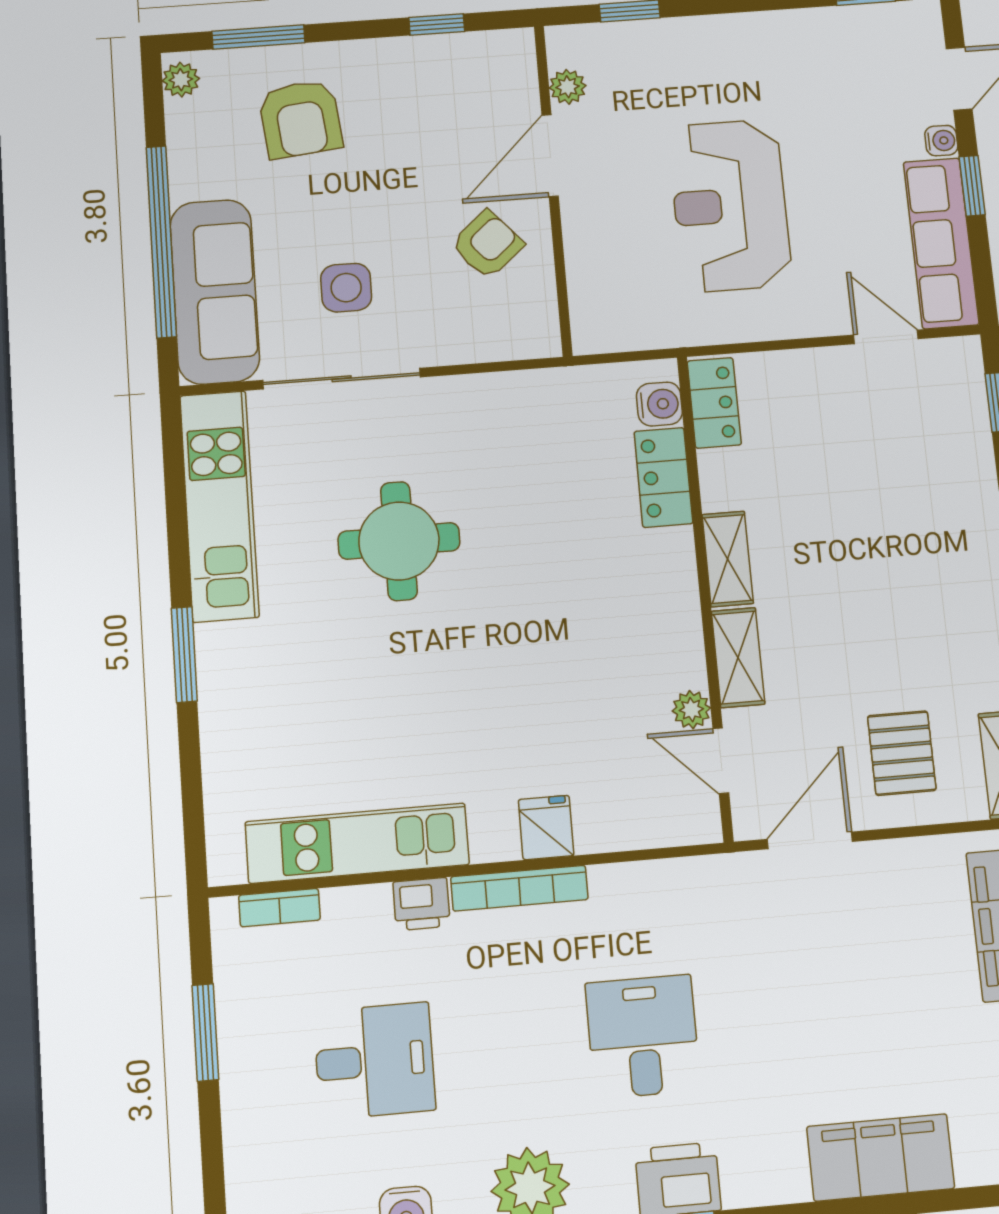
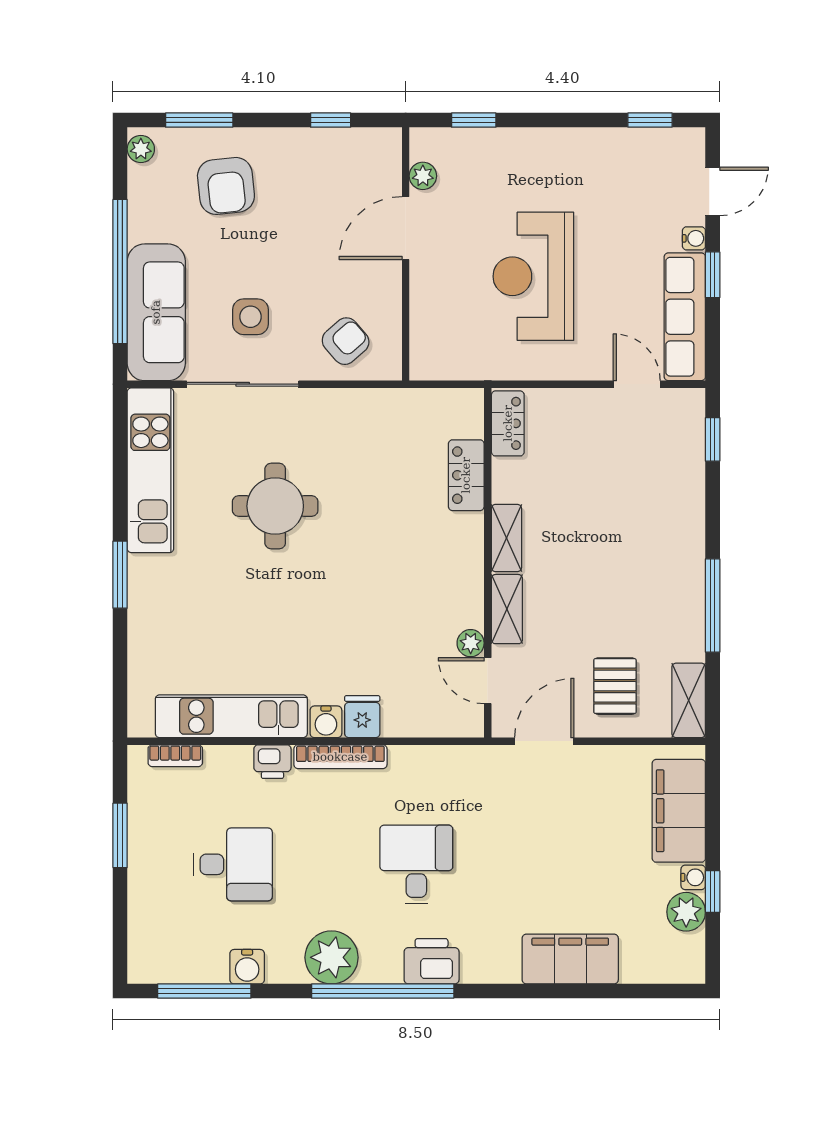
armchair: (487, 245) -> (346, 341), moved
water cooler: (659, 404) -> (326, 722), moved, turned 90

